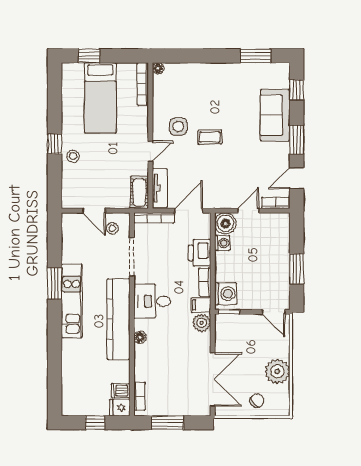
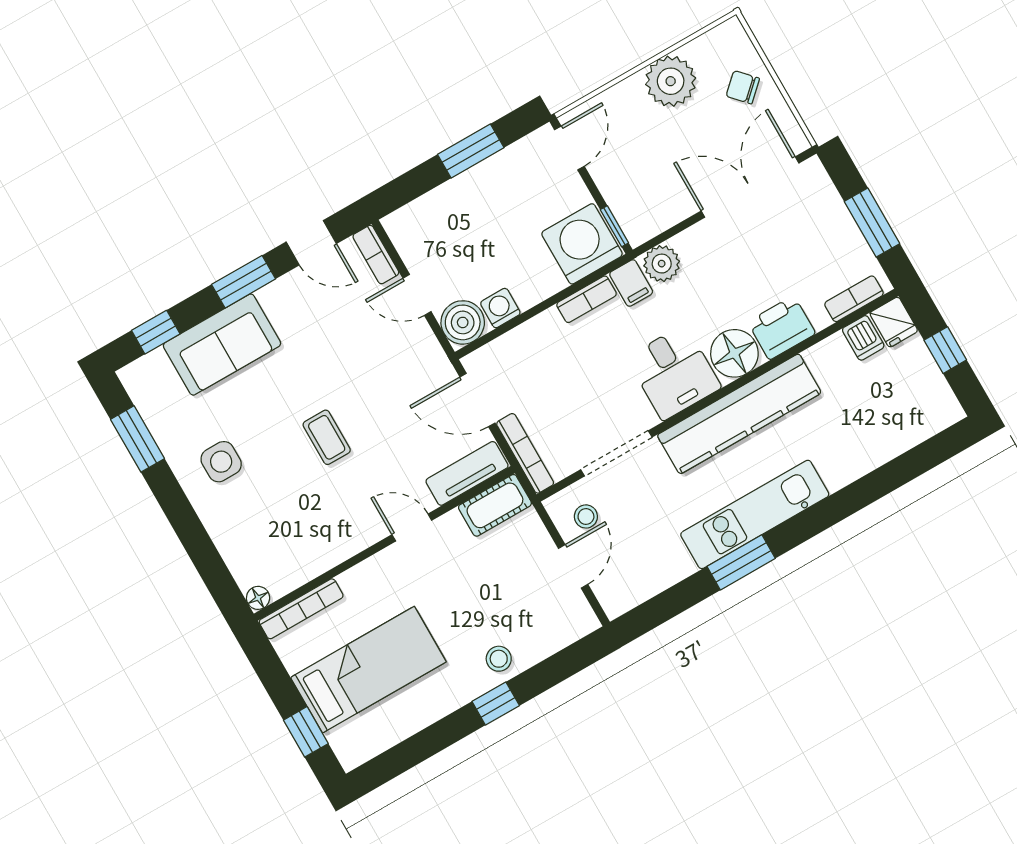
side table: (178, 127) -> (221, 462), moved
printer: (200, 253) -> (782, 328), moved, turned 180
washing machine: (226, 294) -> (582, 244), width x1.37, depth x1.37
floor lamp: (140, 337) -> (734, 353), width x1.89, depth x1.89

